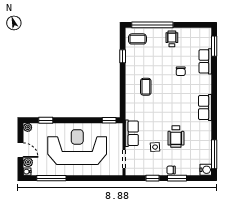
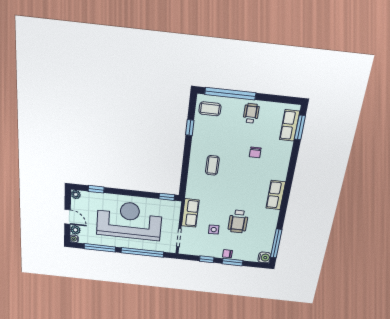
row of seats: (205, 61) -> (290, 125), moved
window: (92, 178) -> (142, 252), added

